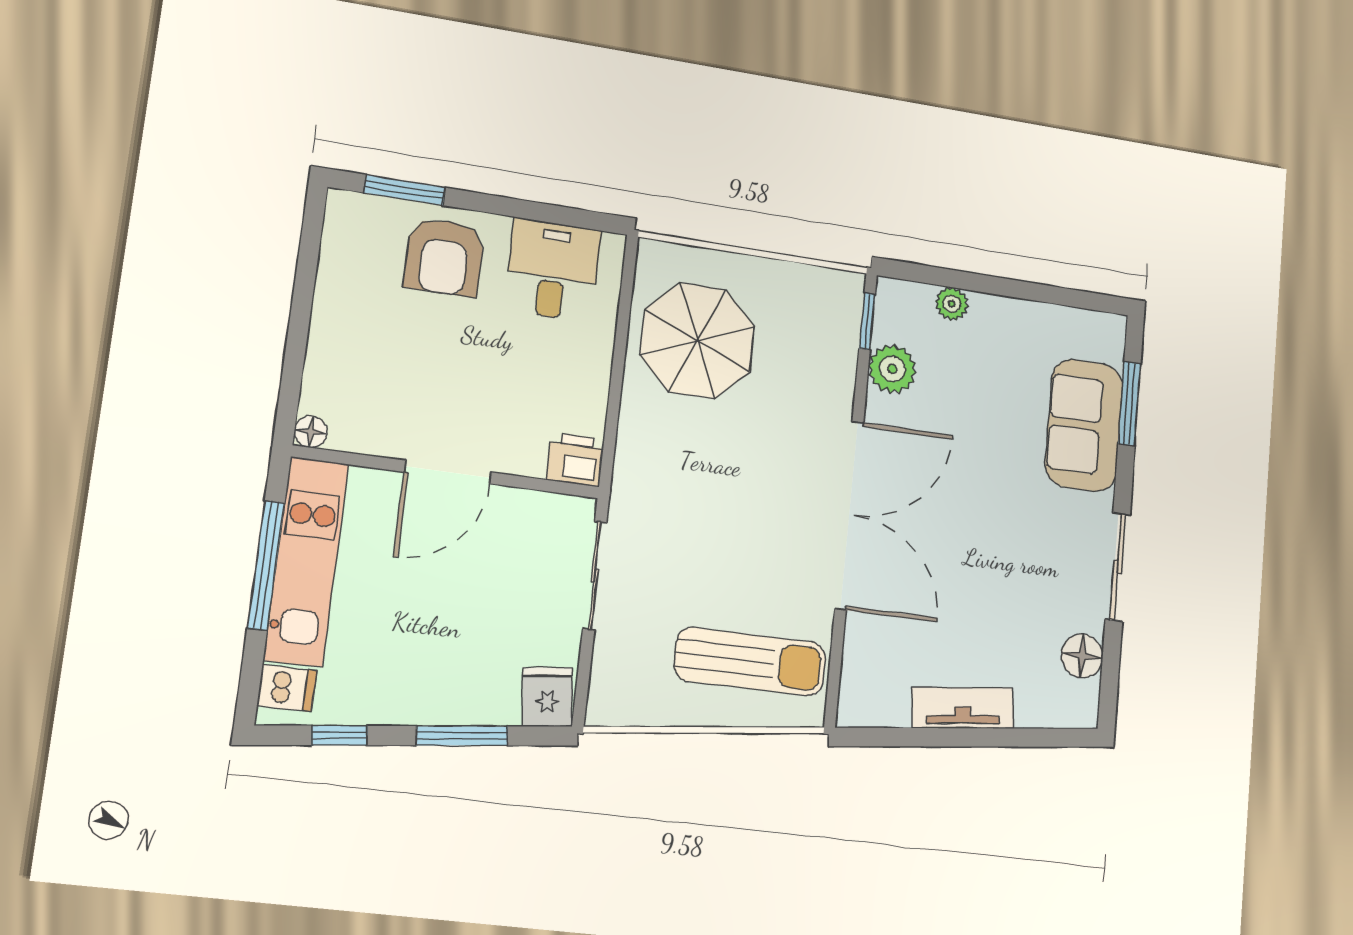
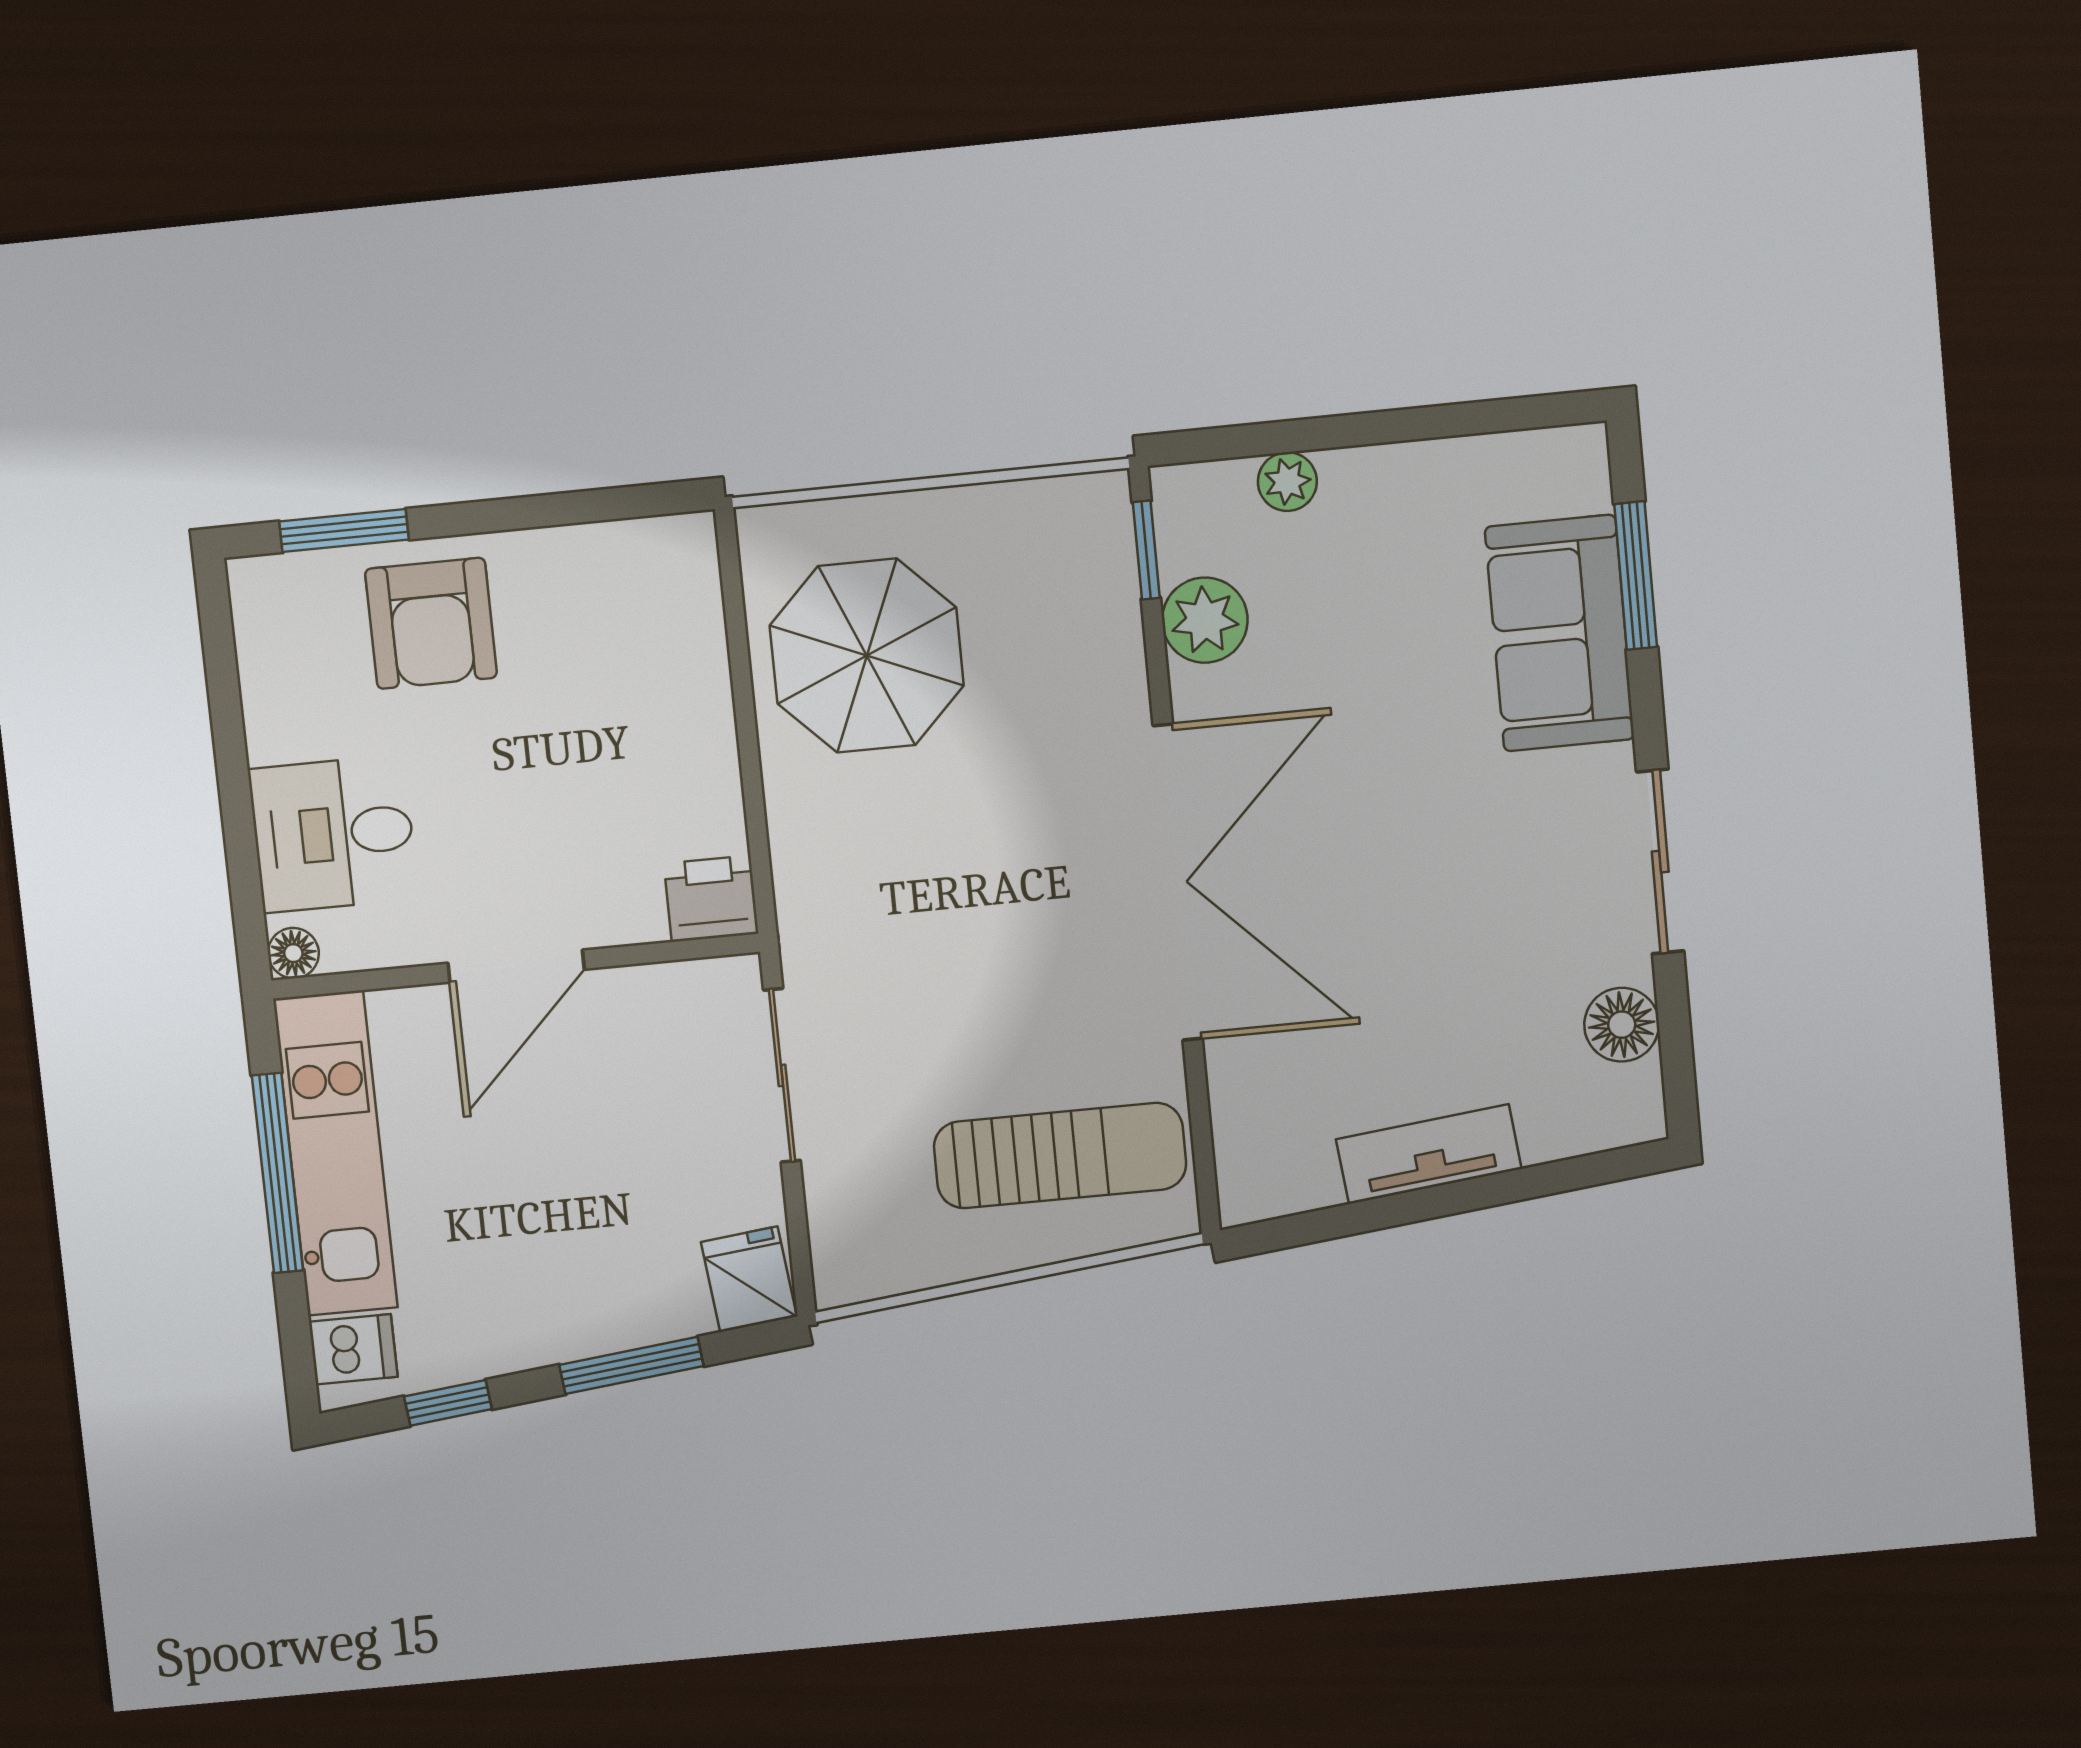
desk: (553, 270) -> (333, 834), moved, turned -90

